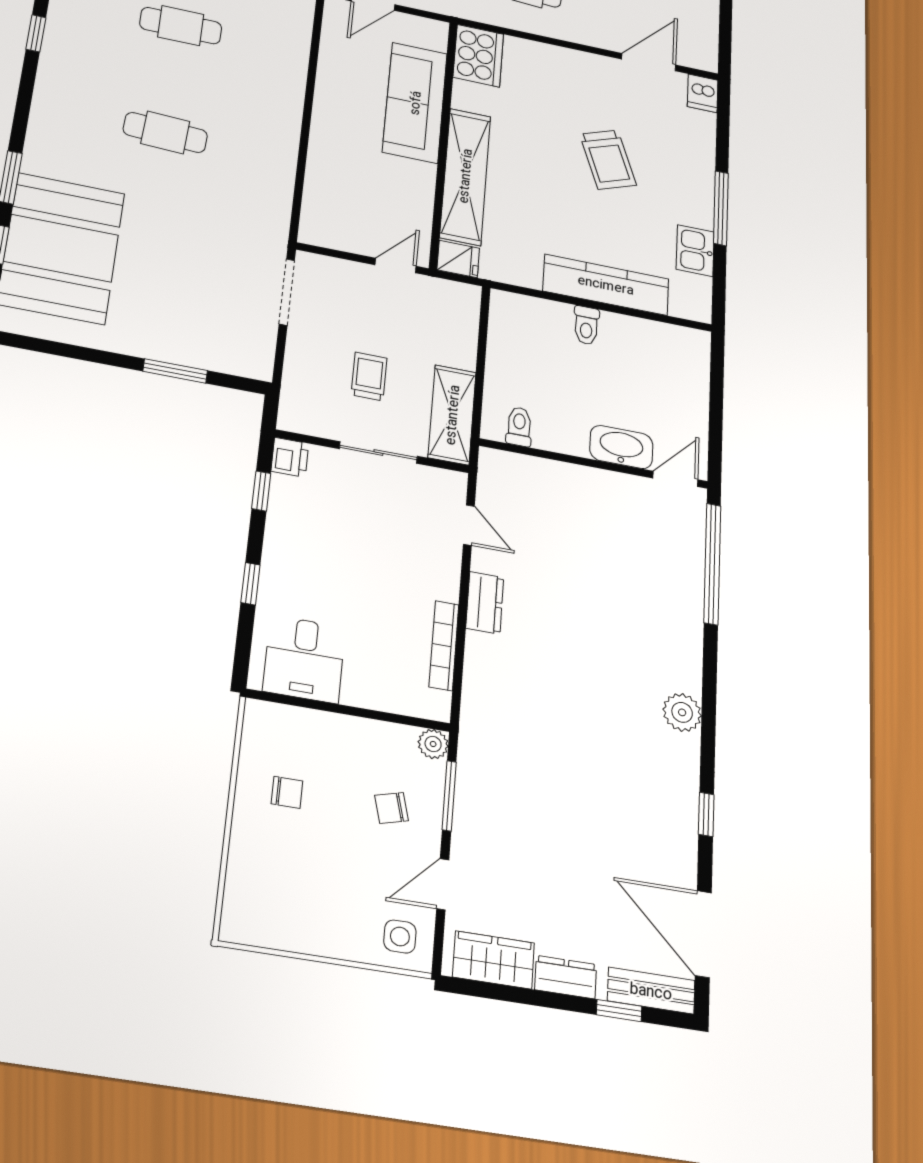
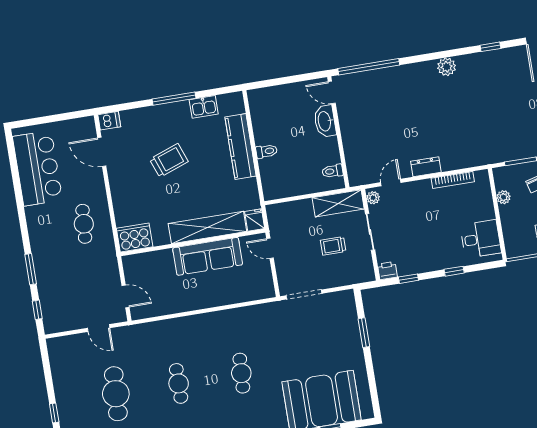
sofa: (415, 103) -> (208, 256), moved
plant: (447, 482) -> (373, 198), added
plant: (433, 744) -> (504, 197), moved

